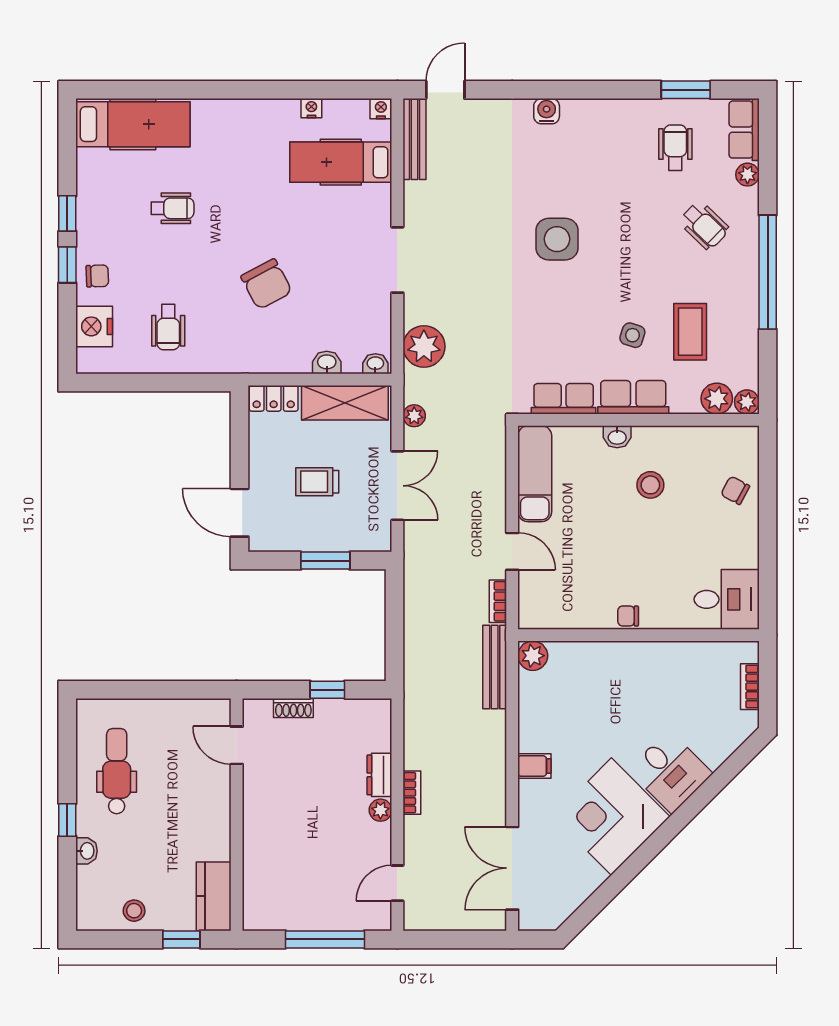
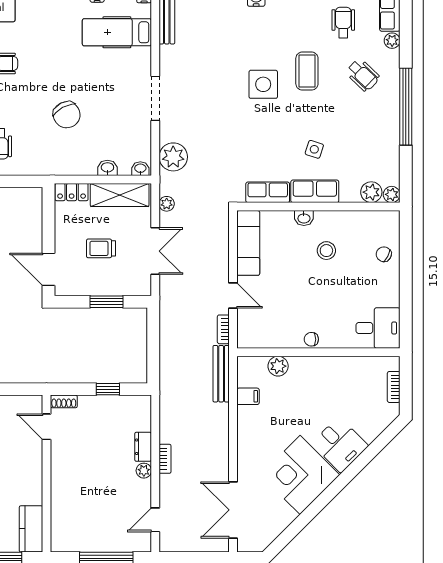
coffee table: (690, 332) -> (307, 71), moved
plant: (533, 656) -> (278, 366), moved
shoe rack: (293, 708) -> (64, 401), moved
filing cabinet: (534, 766) -> (248, 396), moved

